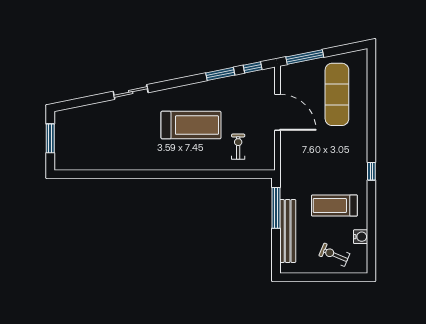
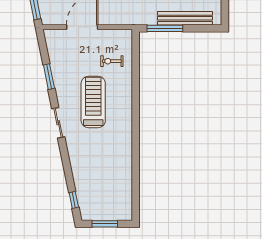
window: (253, 67) -> (74, 200), moved
sliding door: (131, 92) -> (58, 123), moved

